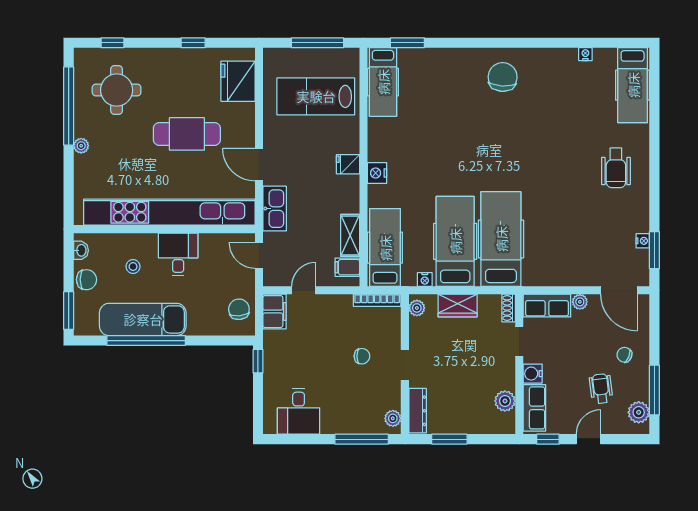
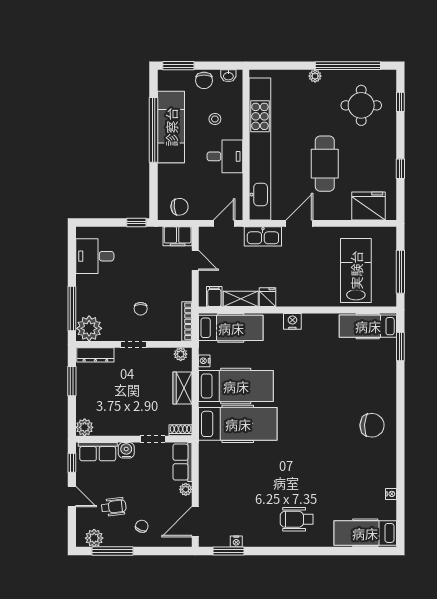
fridge: (348, 164) -> (267, 297), moved
plant: (505, 401) -> (85, 427), moved
plant: (393, 418) -> (89, 328), width x1.87, depth x1.87

